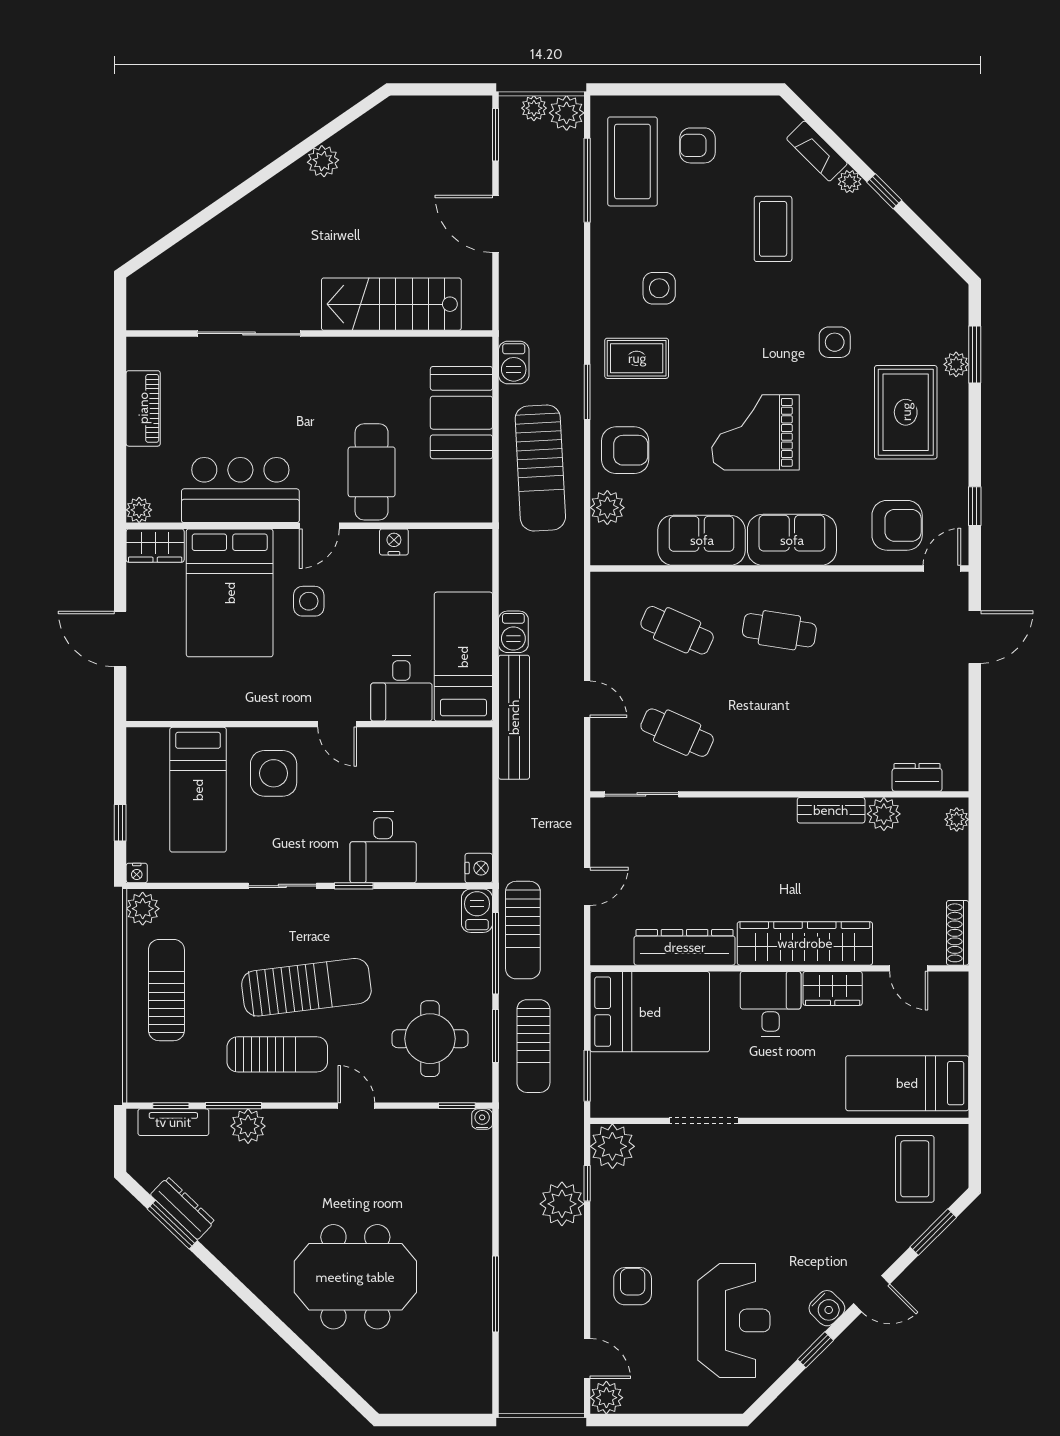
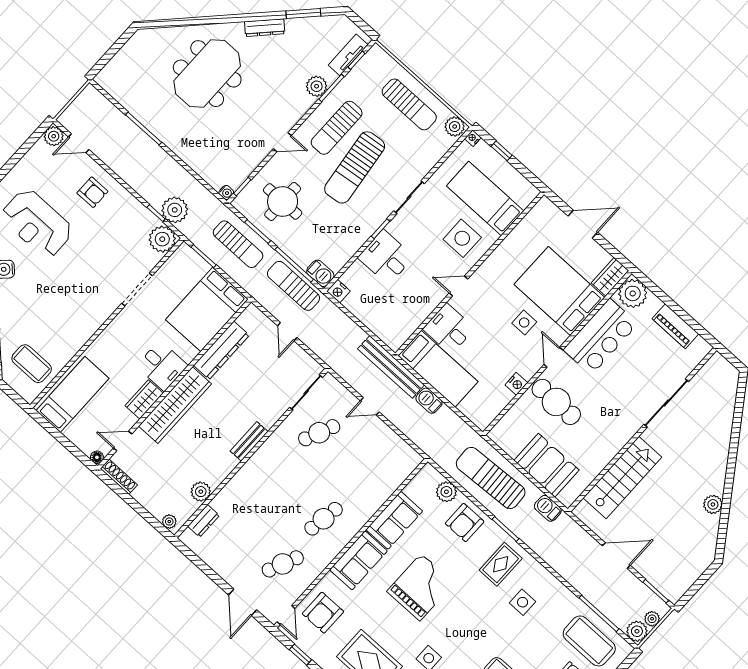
plant: (139, 510) -> (633, 293), width x1.87, depth x1.87
cafe table: (677, 630) -> (283, 564), moved
bench: (831, 810) -> (249, 441), moved
floor lamp: (958, 982) -> (97, 457), added
sun lounger: (533, 1046) -> (238, 244), turned 180
plant: (562, 1204) -> (175, 210), moved
dresser: (183, 1208) -> (265, 28), moved

